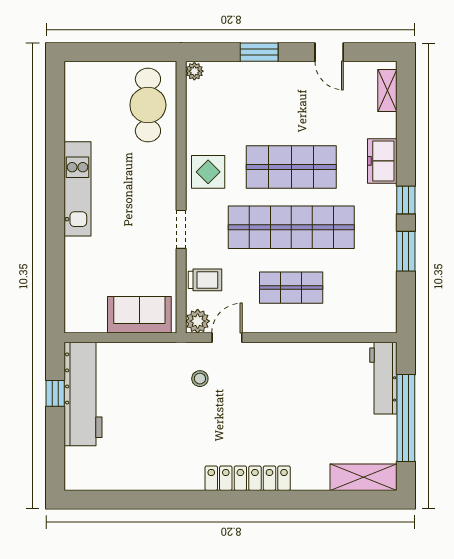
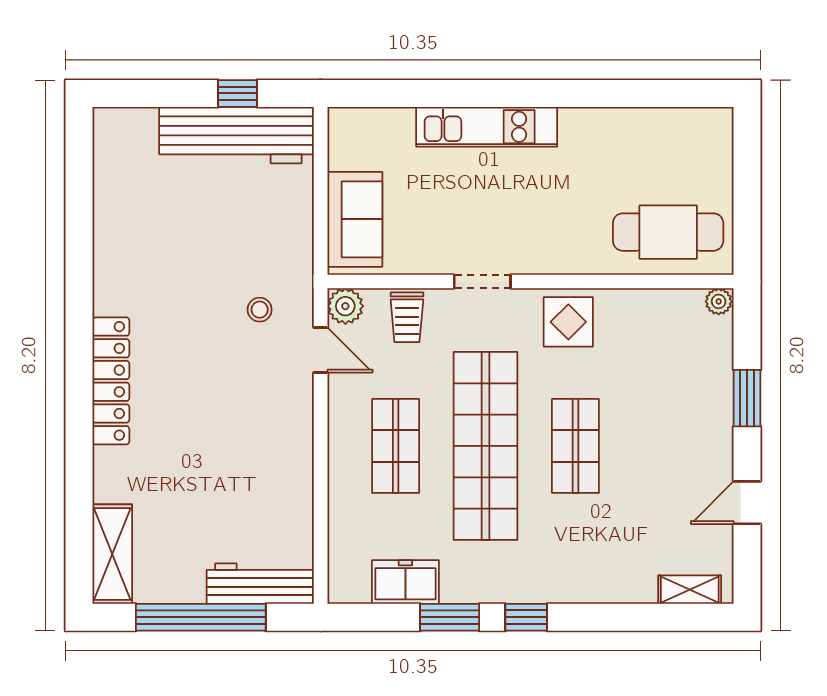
freezer: (382, 161) -> (405, 582), moved
shop shelf: (291, 167) -> (575, 446), width x0.70, depth x0.74
kitchen unit: (77, 189) -> (487, 127), moved

